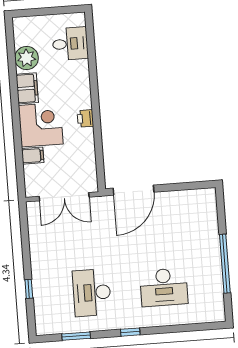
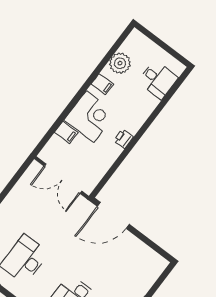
filing cabinet: (27, 88) -> (102, 84), width x0.50

